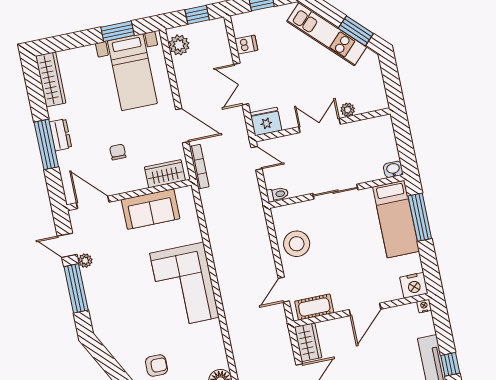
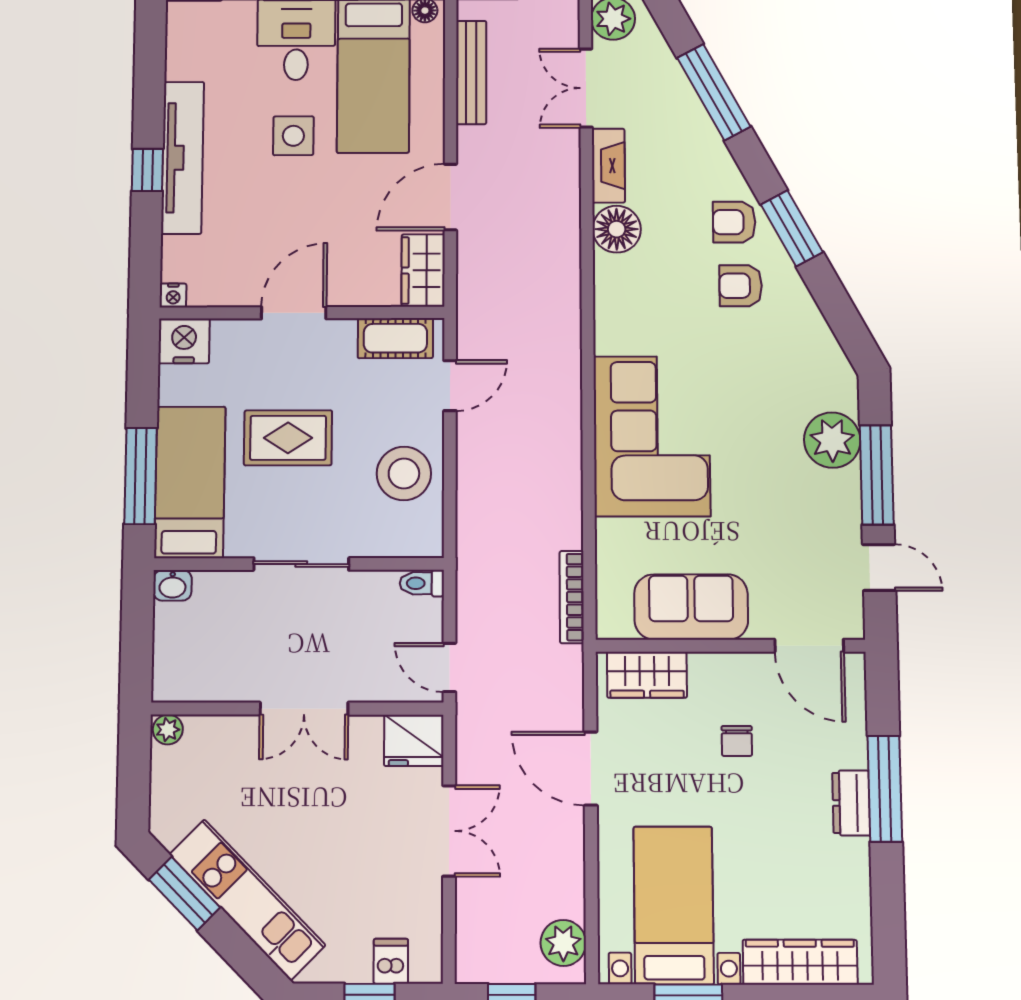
dishwasher: (246, 45) -> (391, 961), moved, turned 90
wardrobe: (51, 79) -> (800, 962), moved, turned 90
plant: (348, 110) -> (168, 730), moved
bookcase: (199, 167) -> (572, 597), moved
rug: (355, 249) -> (288, 438), added
plant: (85, 261) -> (832, 440), moved, width x1.88, depth x1.88

